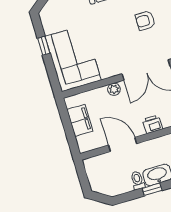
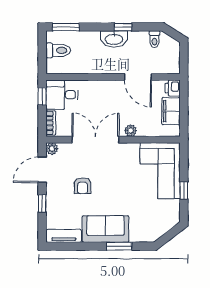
armchair: (145, 21) -> (83, 186), turned 90
printer: (152, 124) -> (173, 88), moved, turned 90
toilet: (138, 180) -> (154, 39), moved

